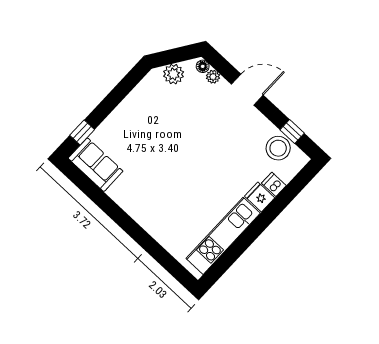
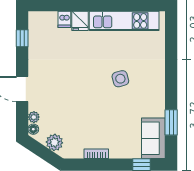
bookcase: (129, 102) -> (96, 154), added
stool: (278, 148) -> (40, 37), removed
side table: (175, 185) -> (120, 79), added
window: (95, 193) -> (171, 122), added

